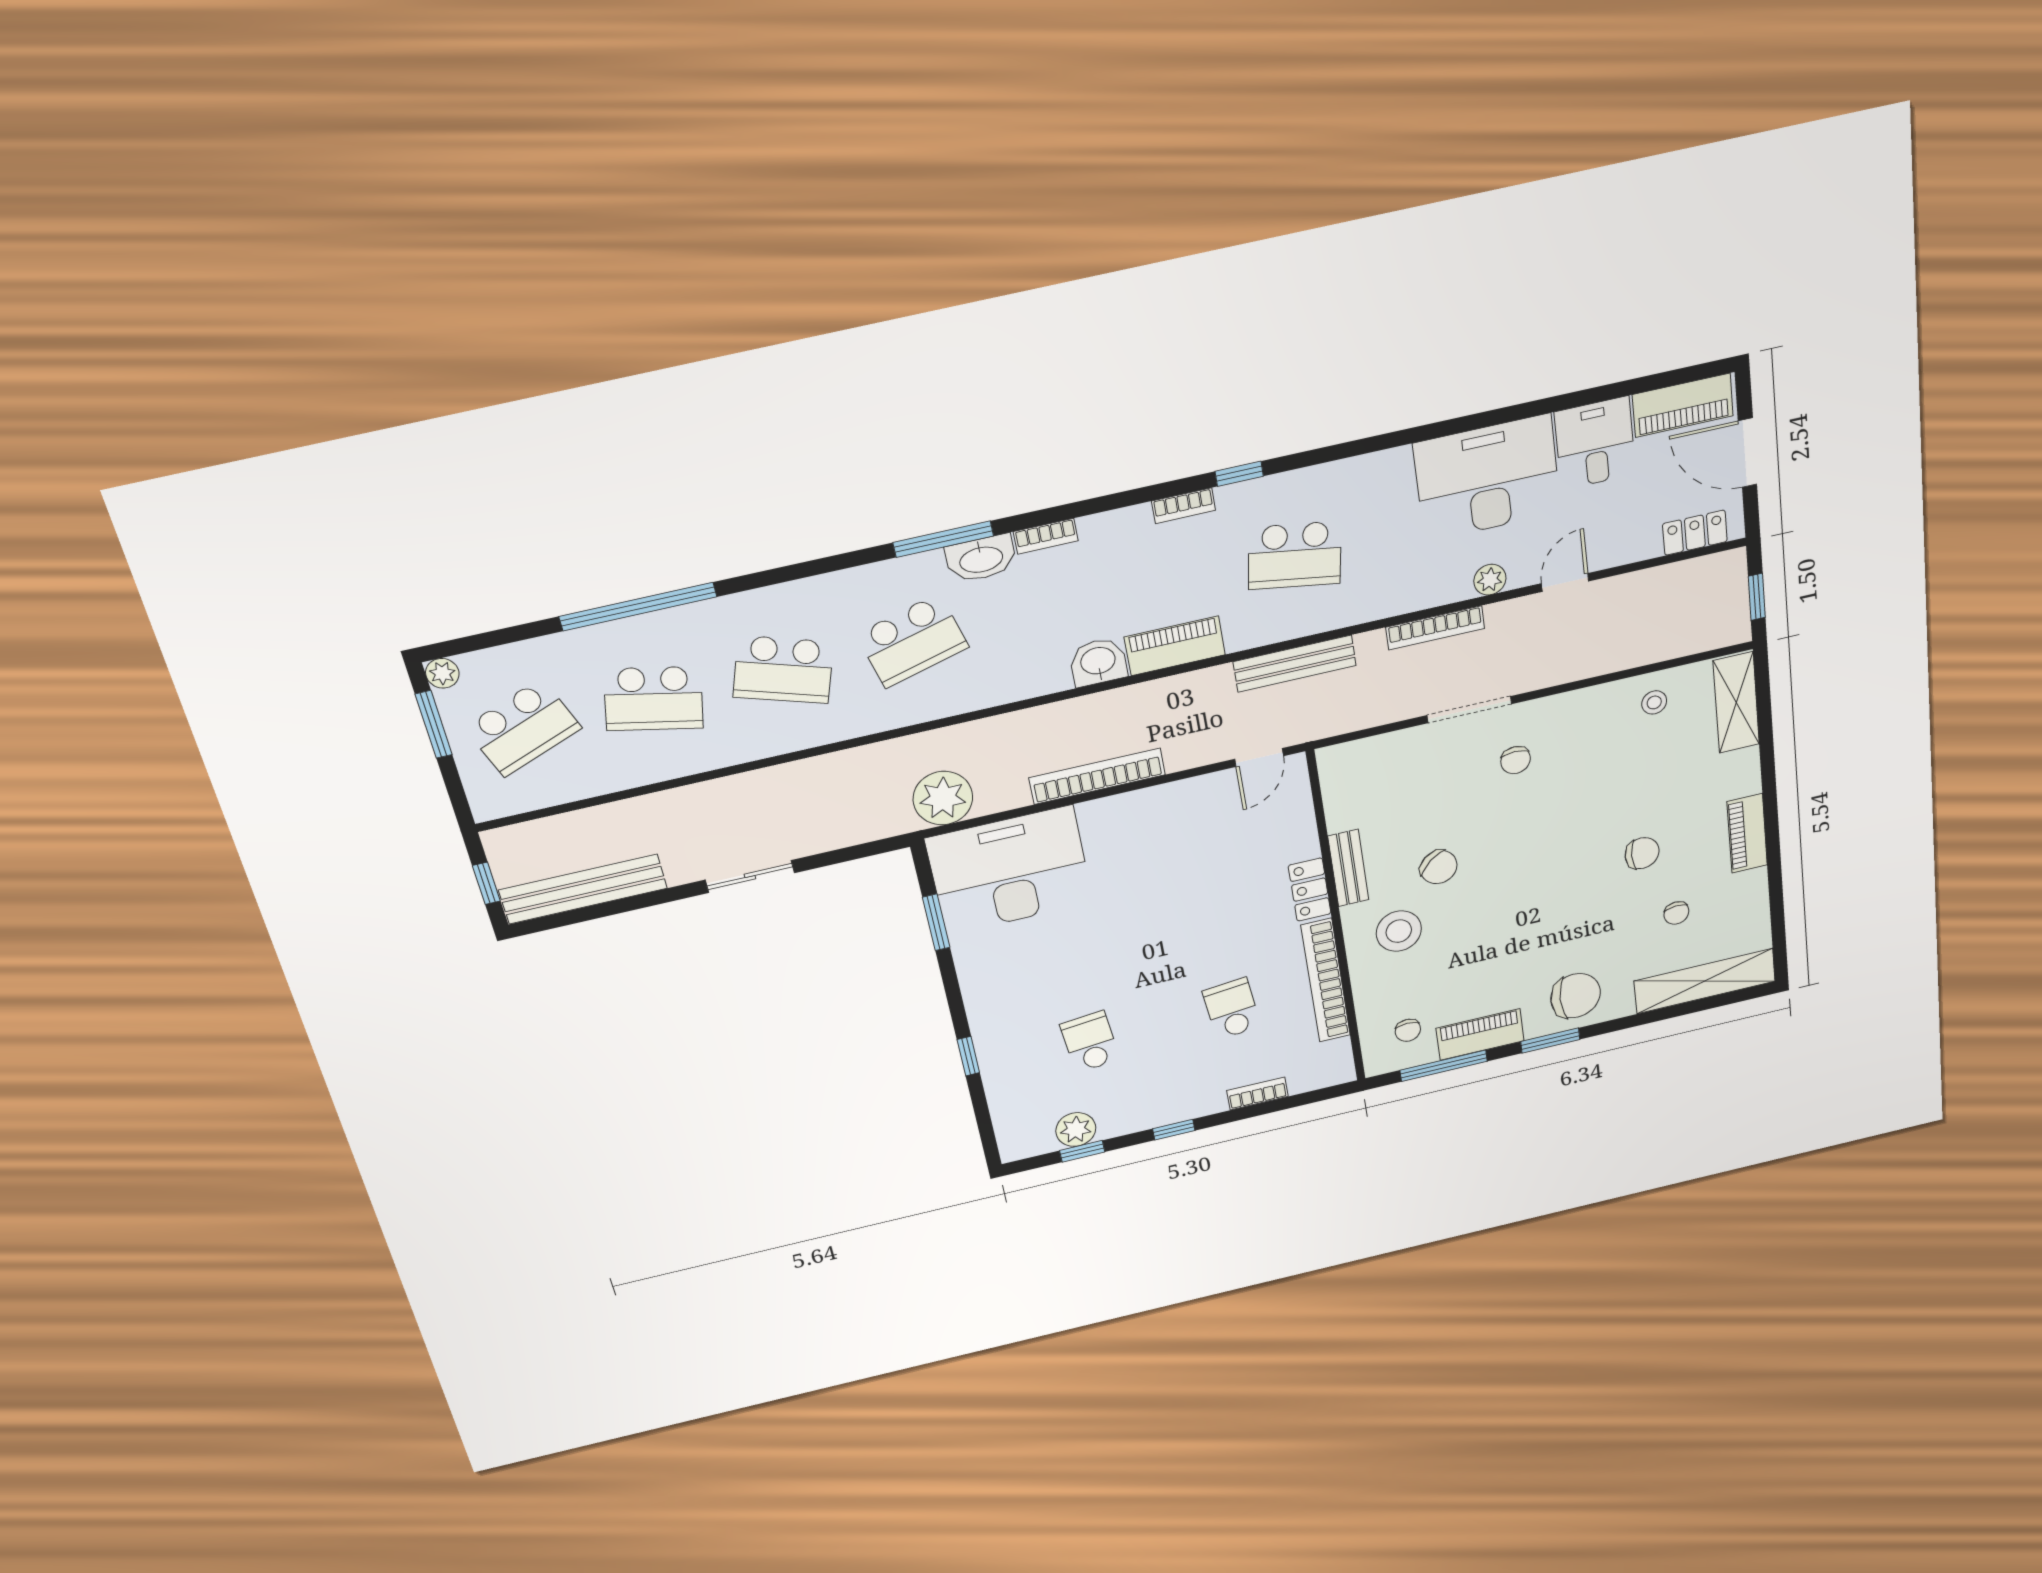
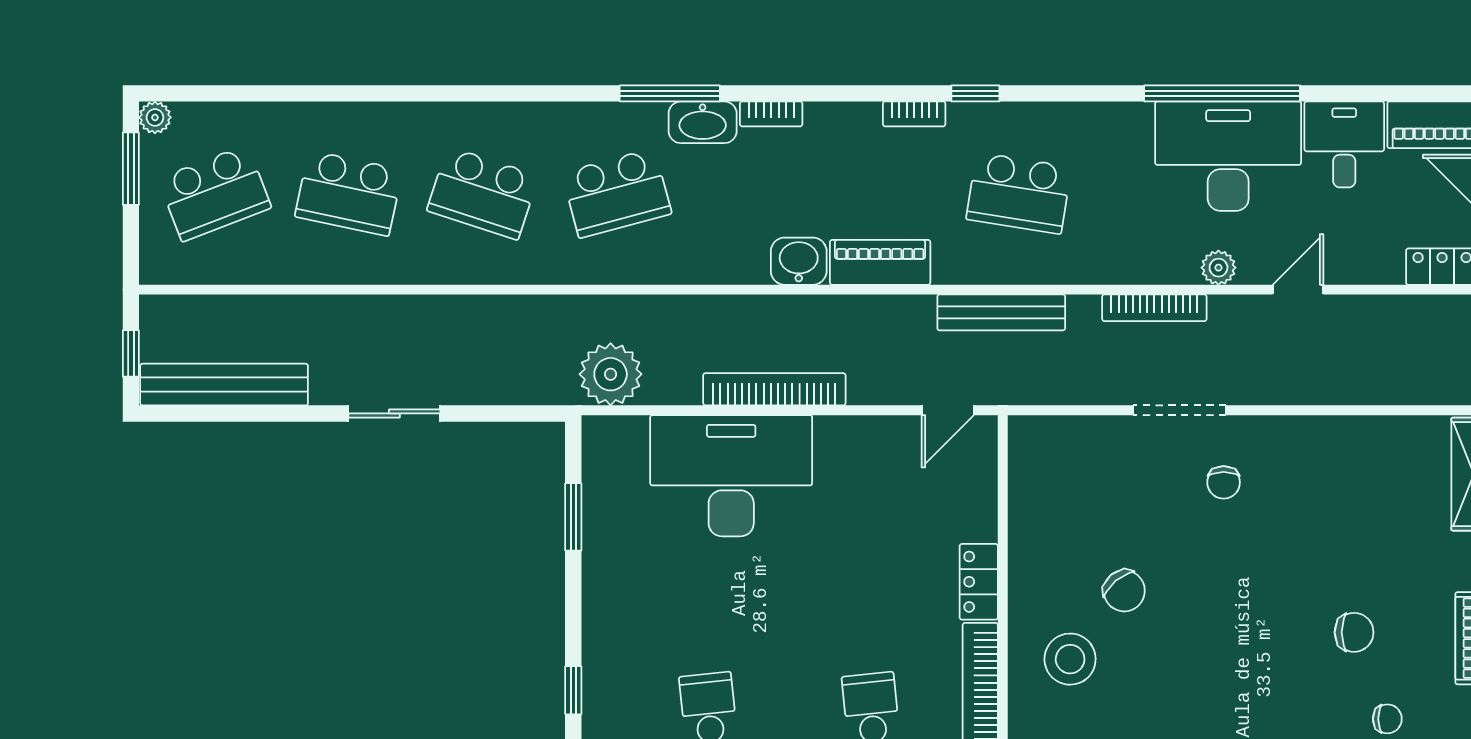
window: (638, 607) -> (1222, 93), moved
stool: (1654, 702) -> (1383, 452), removed
bench: (1348, 868) -> (1025, 566), removed
desk: (1010, 871) -> (731, 476), moved
chair: (1676, 913) -> (1387, 719), turned -87

